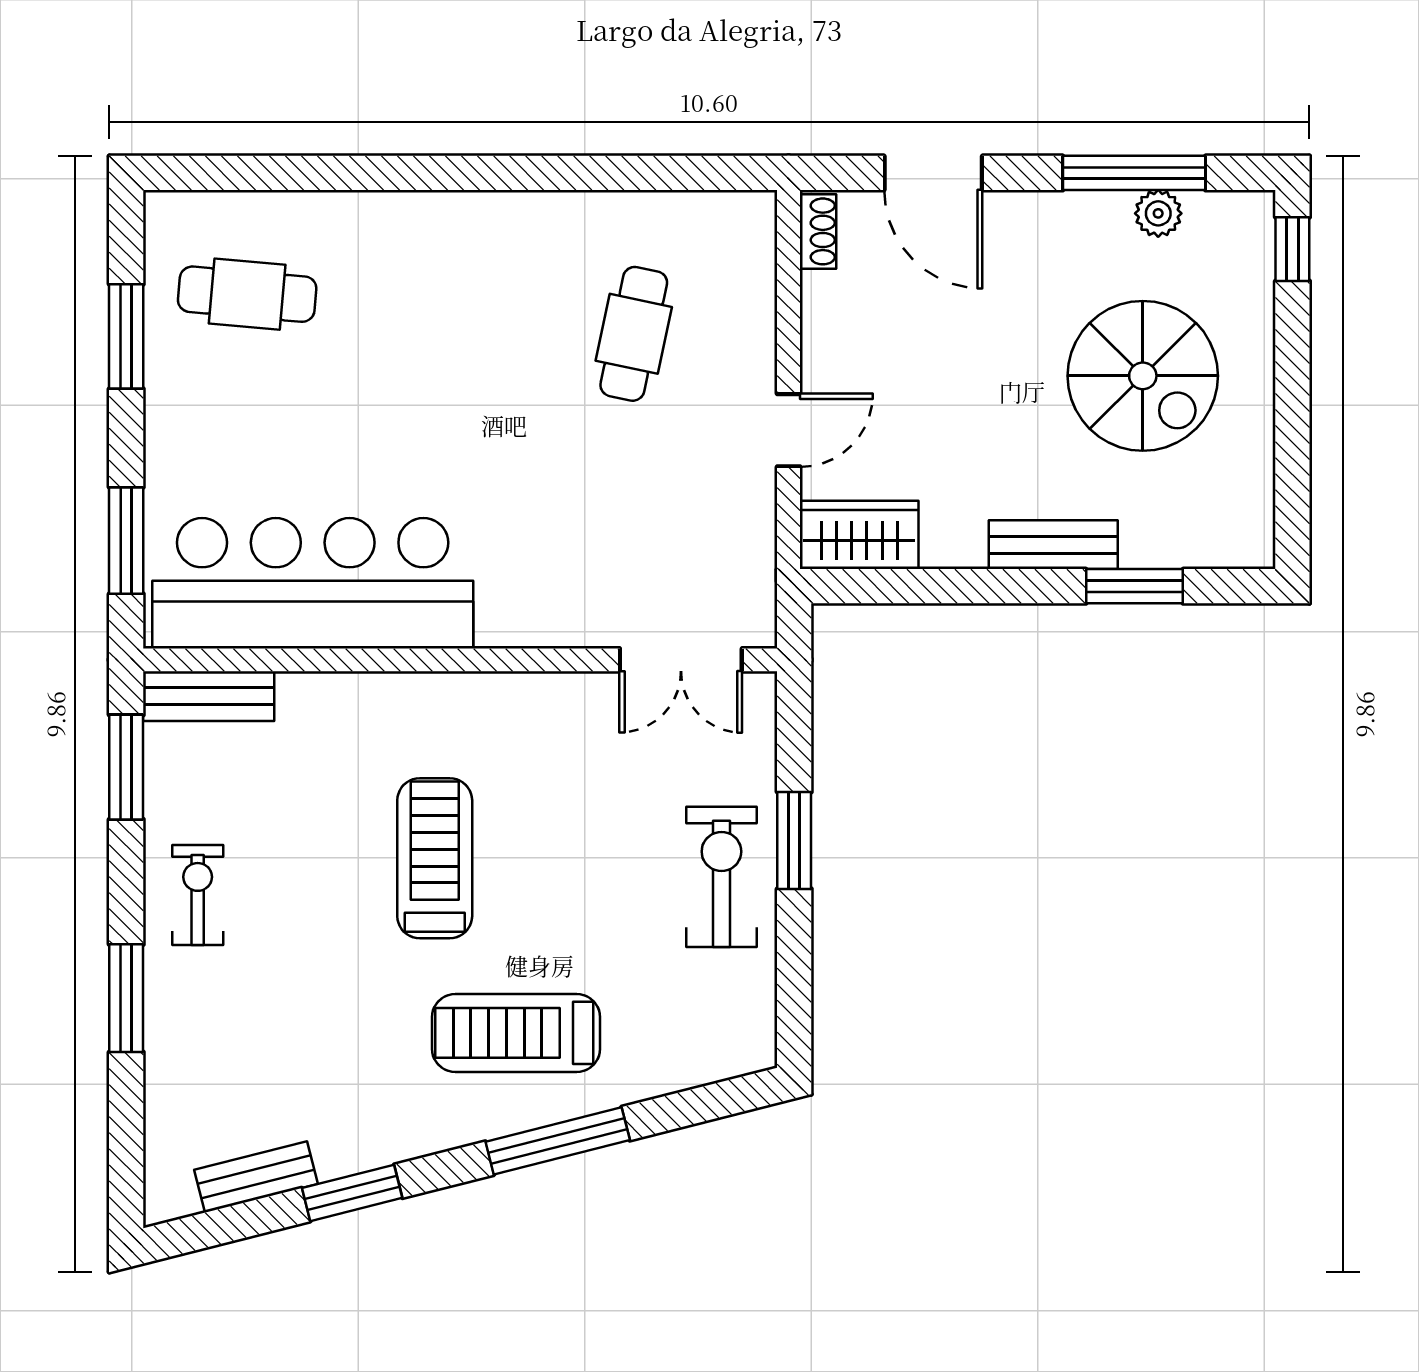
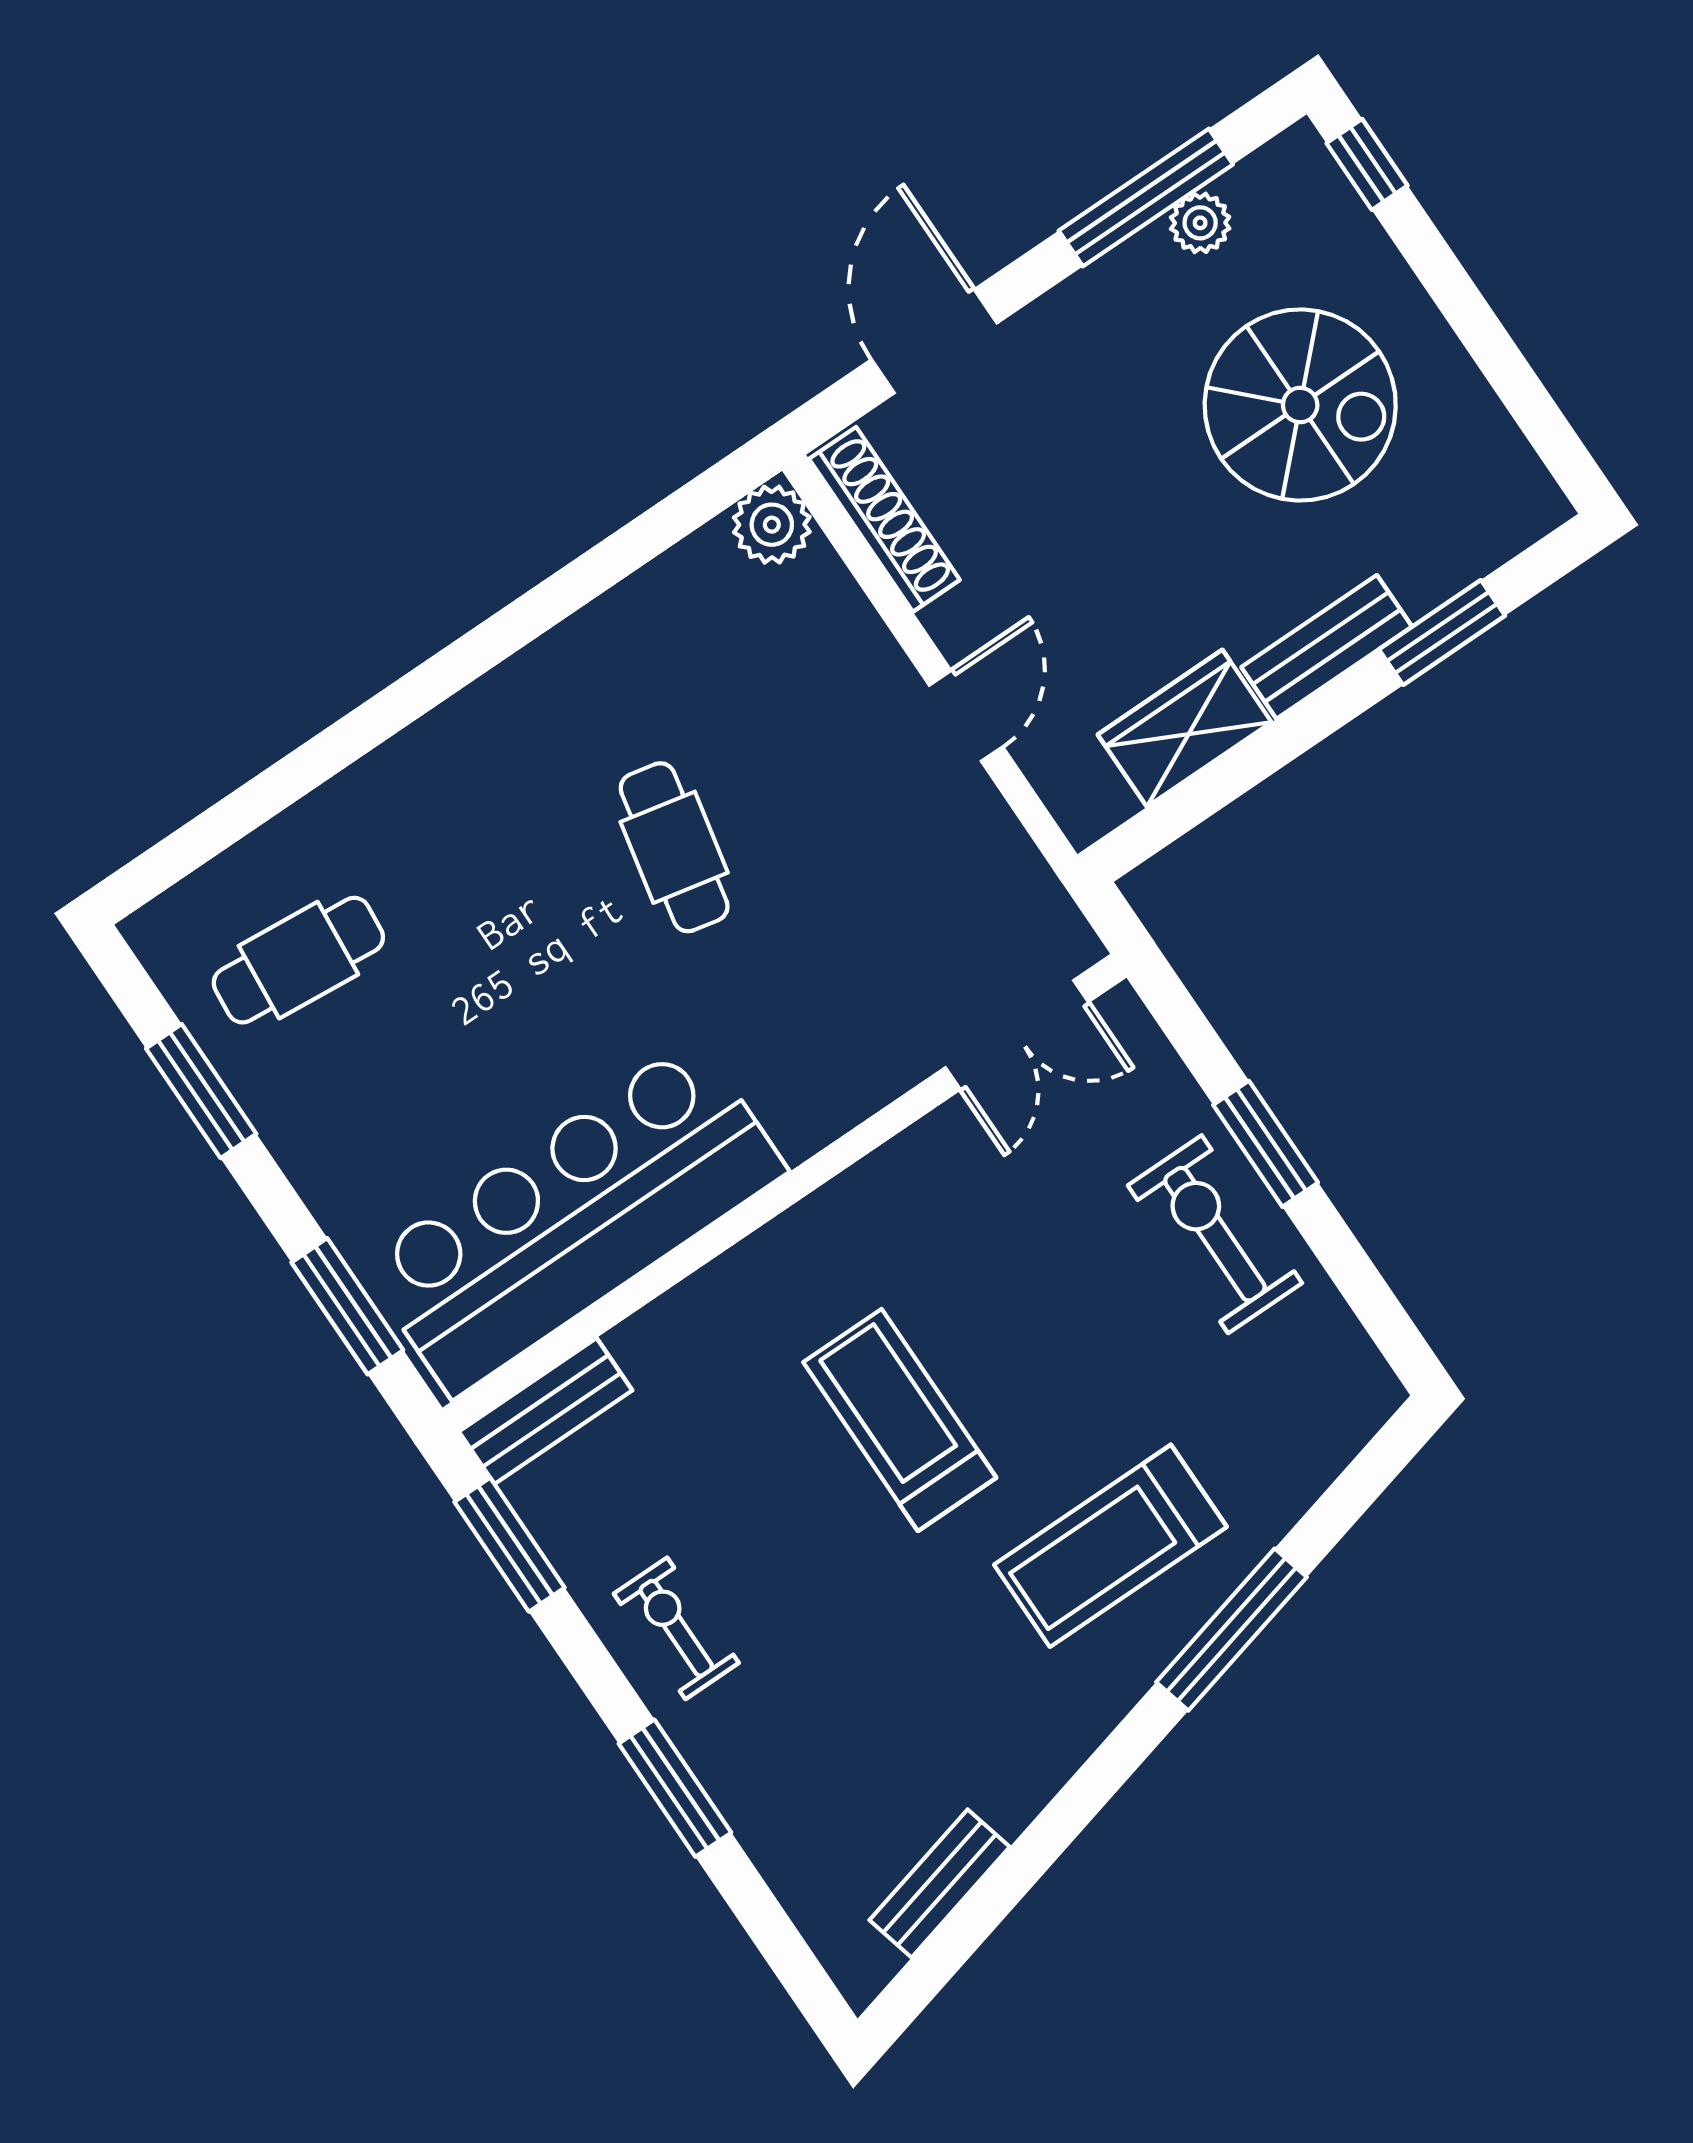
door: (933, 173) -> (934, 341), swing flipped
plant: (747, 220) -> (772, 525), added
shoe rack: (818, 231) -> (884, 519), width x1.94, depth x1.24
cafe table: (634, 334) -> (674, 847), moved
wardrobe: (859, 535) -> (1185, 728), moved
window: (352, 1193) -> (1052, 1832), removed

